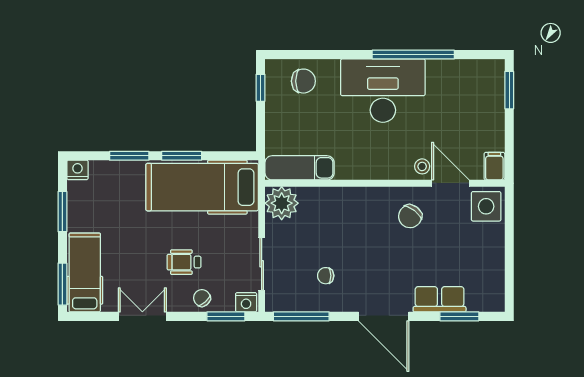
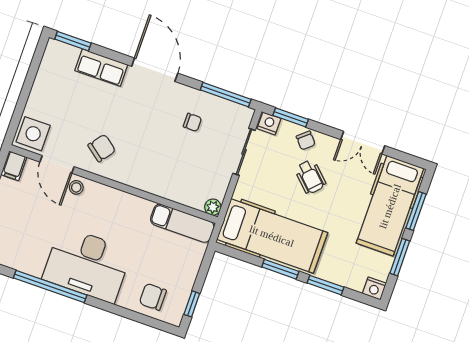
plant: (282, 203) -> (213, 207), width x0.53, depth x0.53
wheelchair: (184, 262) -> (310, 177), turned 44
hospital bed: (85, 273) -> (390, 206), width x1.37, depth x1.29
window: (62, 284) -> (416, 211), moved
window: (459, 316) -> (73, 41), moved

